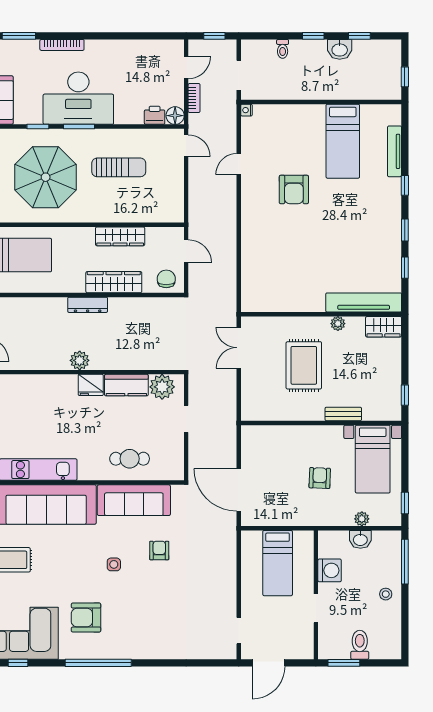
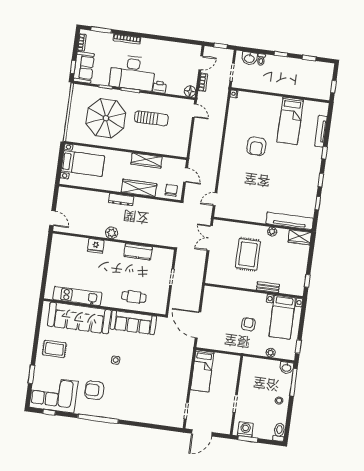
washbasin: (340, 49) -> (249, 58), moved
printer: (155, 115) -> (159, 87), moved
door: (239, 164) -> (215, 199), moved
fridge: (91, 385) -> (96, 246), moved
plant: (162, 387) -> (160, 256), removed
washbasin: (360, 539) -> (287, 368), moved
armchair: (159, 551) -> (144, 355), removed
bed: (278, 563) -> (202, 371), moved
washing machine: (330, 570) -> (245, 429), moved, turned -90
toilet: (360, 645) -> (279, 432), moved

